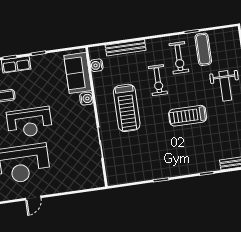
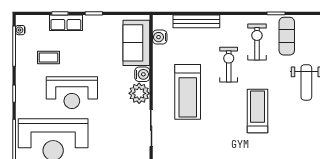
exercise bike: (179, 58) -> (257, 42), turned 180
exercise bike: (158, 80) -> (229, 65), turned 180
plant: (86, 115) -> (139, 93), added
treadmill: (188, 116) -> (257, 111), turned 90

